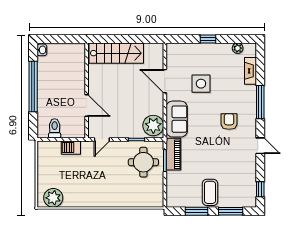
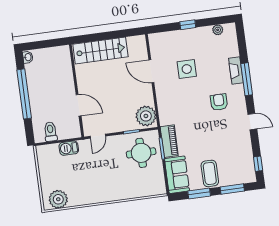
fireplace: (250, 71) -> (236, 71), moved
sofa: (177, 119) -> (177, 175), moved

